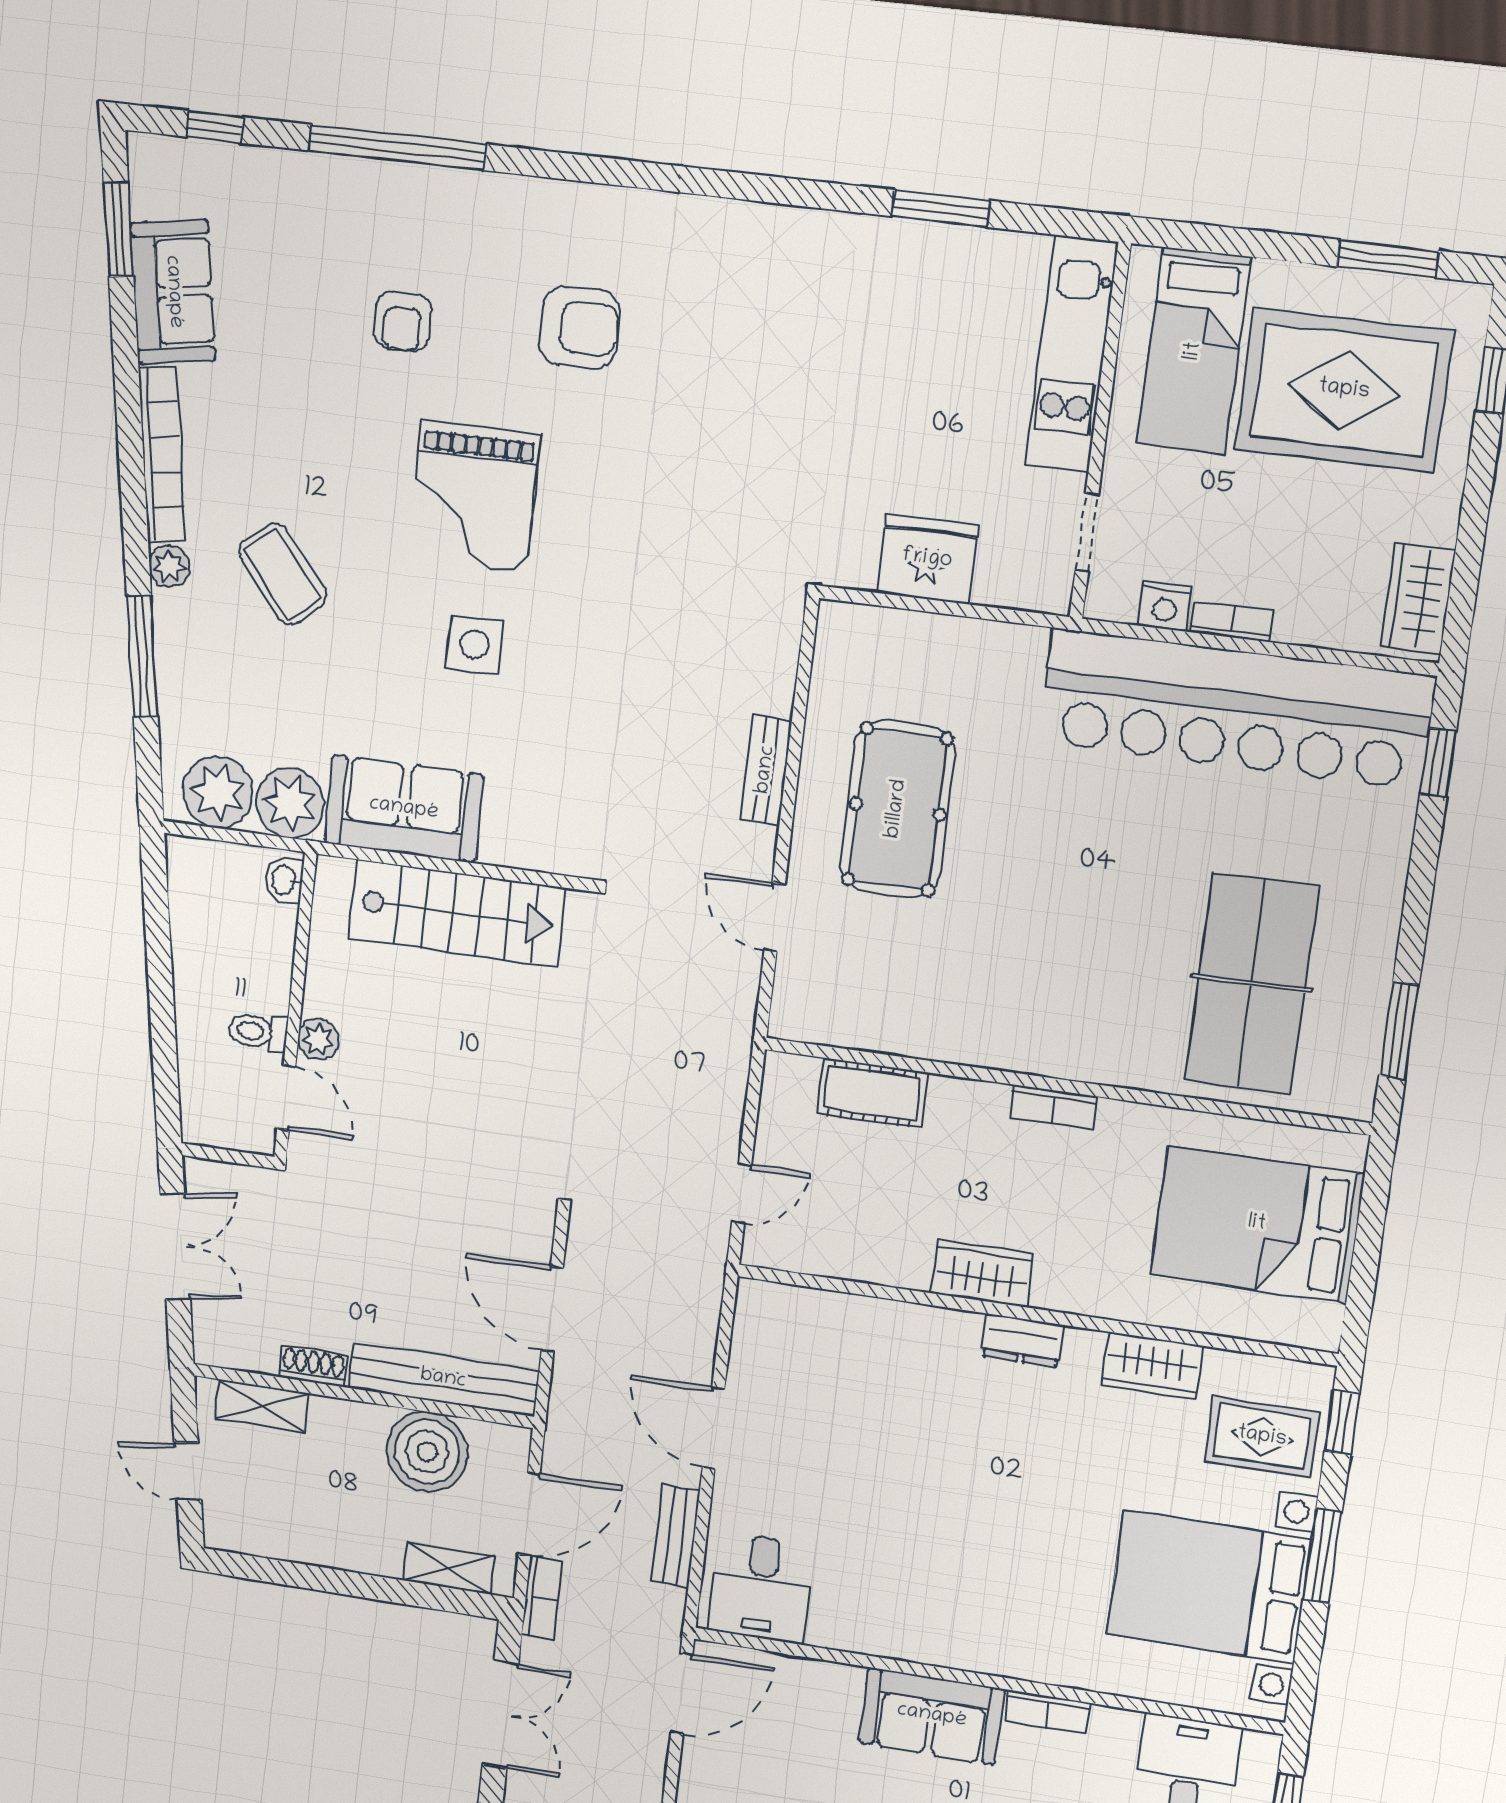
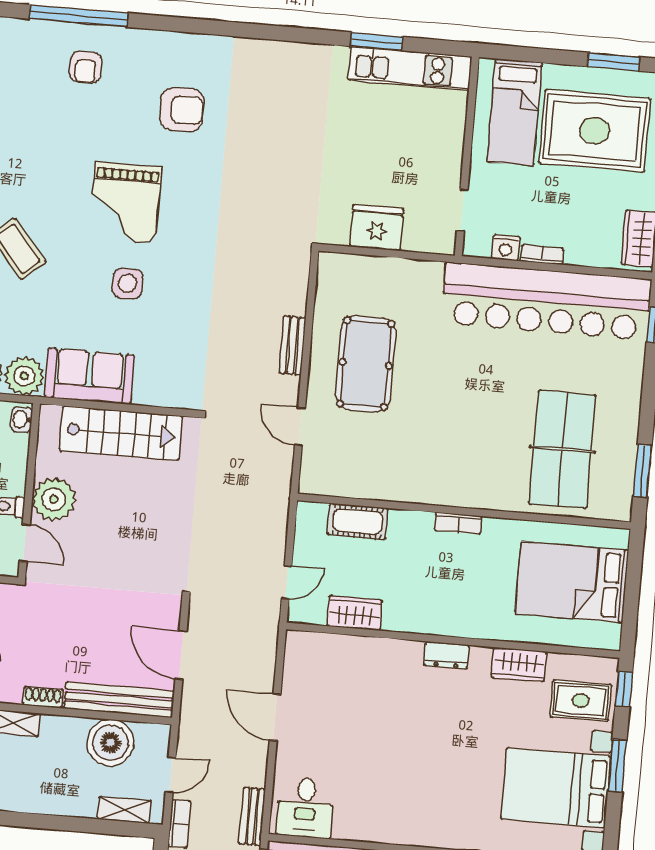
armchair: (403, 321) -> (86, 67), moved
kitchen unit: (1072, 354) -> (410, 68), moved, turned -90
plant: (318, 1039) -> (54, 499), width x1.88, depth x1.88
wardrobe: (982, 1273) -> (355, 613), moved
door: (529, 1514) -> (171, 775), width x0.73
bench: (675, 1536) -> (252, 816), moved

